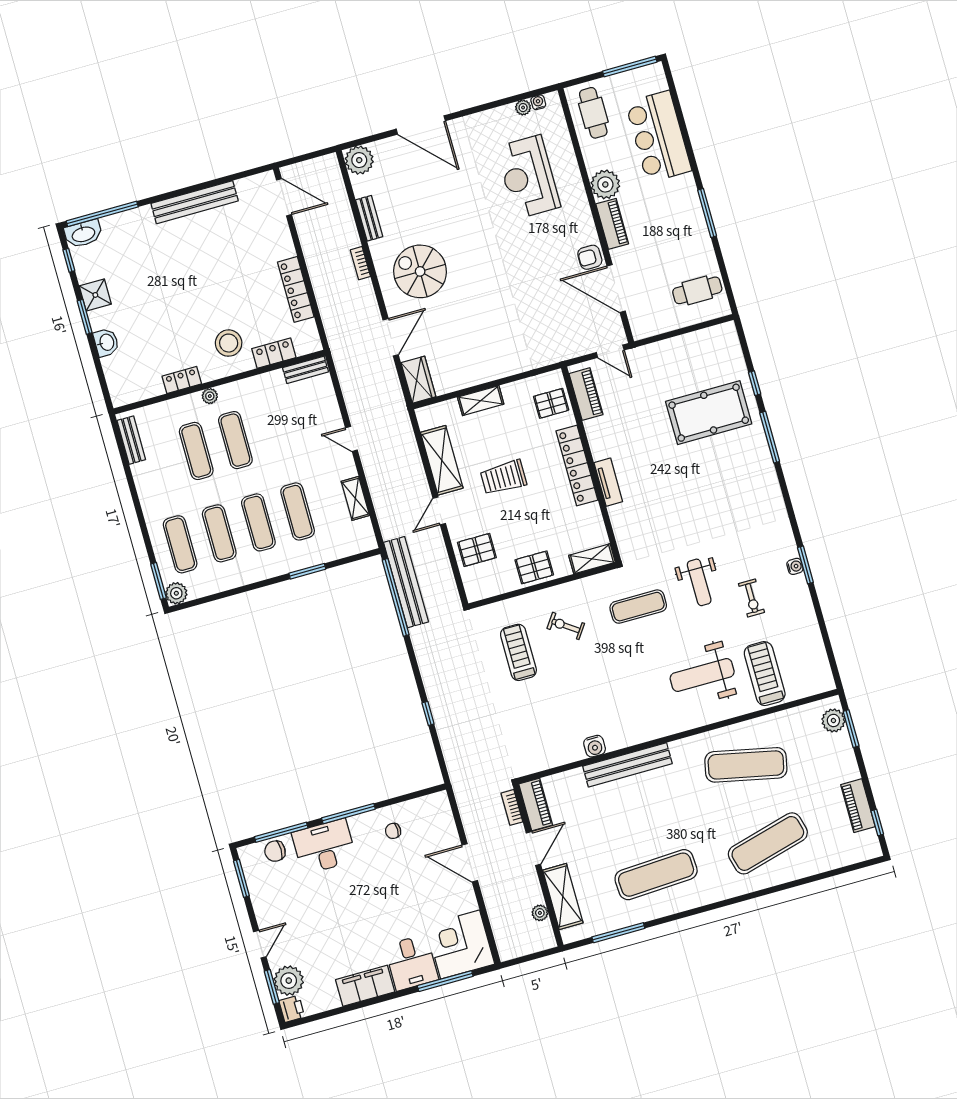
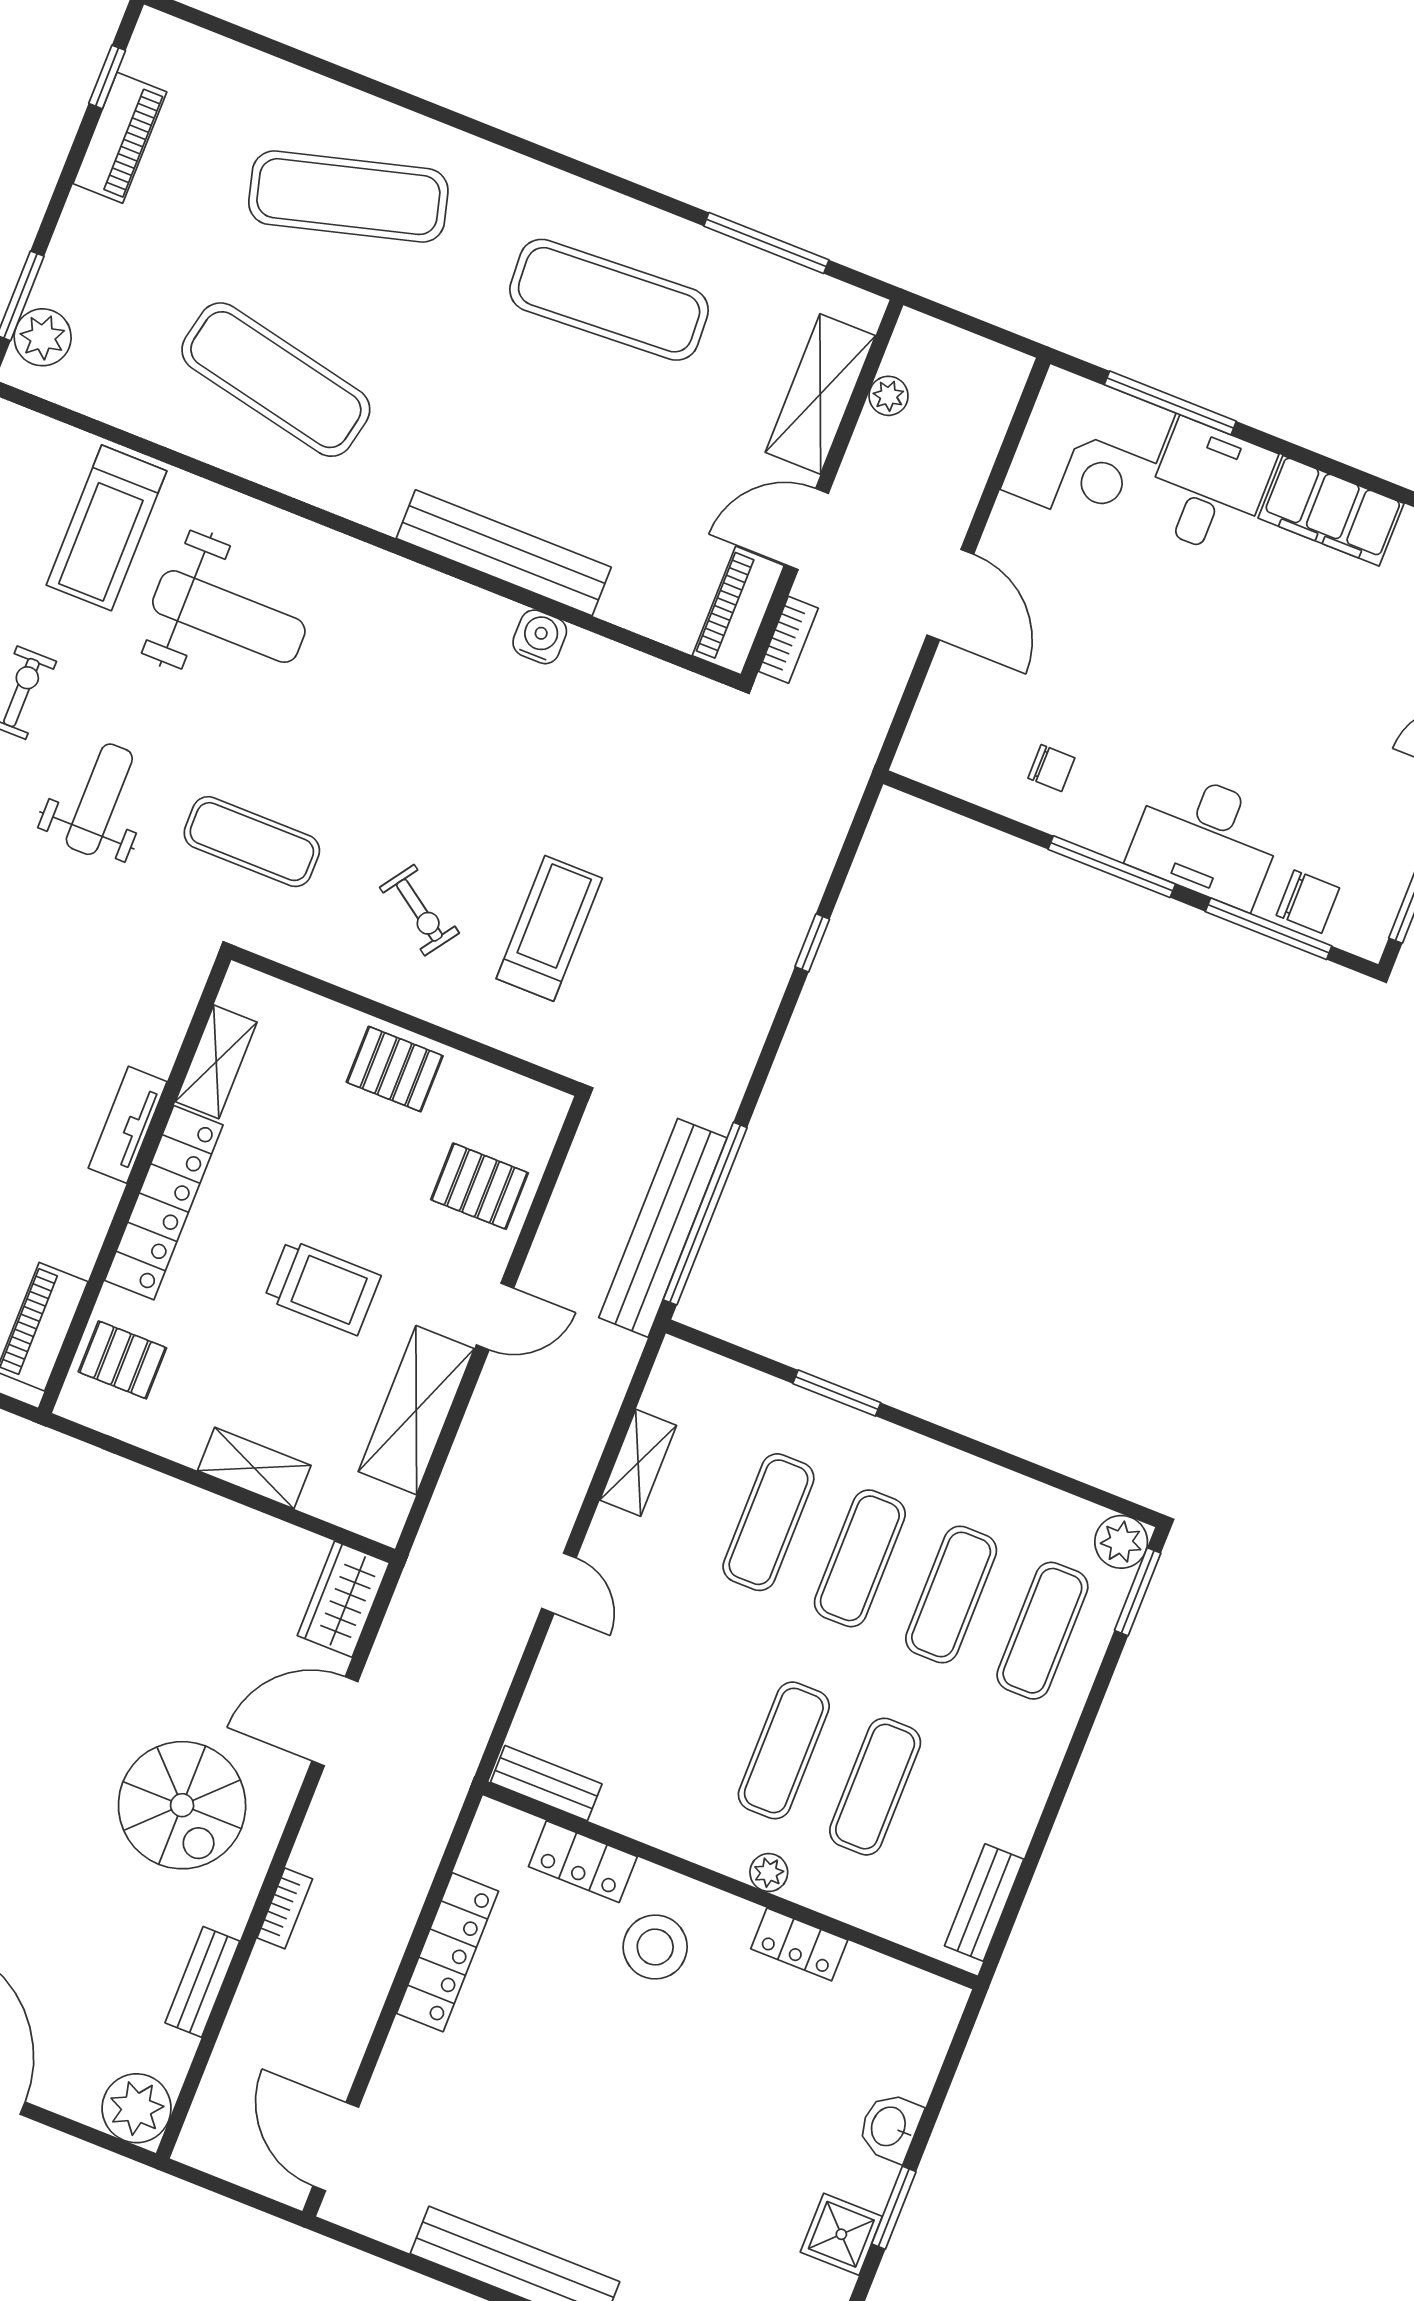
shelving: (592, 559) -> (216, 1062), moved, turned 90
treadmill: (518, 652) -> (549, 928), turned 180

